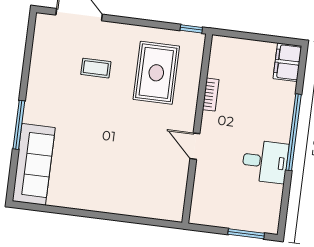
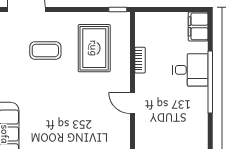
coffee table: (96, 68) -> (45, 51), width x1.36, depth x1.30
desk: (265, 162) -> (190, 70), moved

